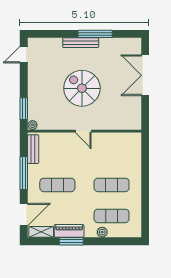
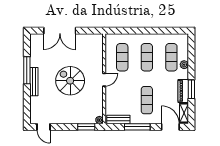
spiral stairs: (82, 88) -> (70, 81), turned 90
exercise mat: (112, 154) -> (122, 57), added

